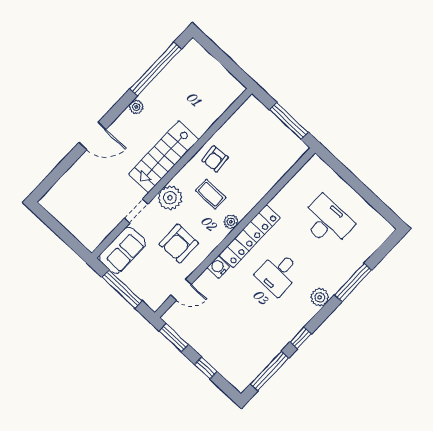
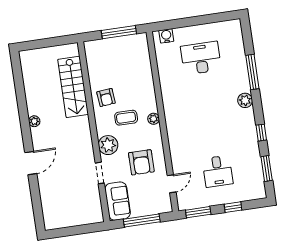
window: (156, 69) -> (20, 90), removed
stairs: (164, 157) -> (73, 87), moved
locker: (250, 236) -> (172, 114), removed
water cooler: (218, 267) -> (166, 36), moved, turned 90
desk: (278, 273) -> (218, 171), moved
window: (270, 371) -> (267, 168), width x0.69

